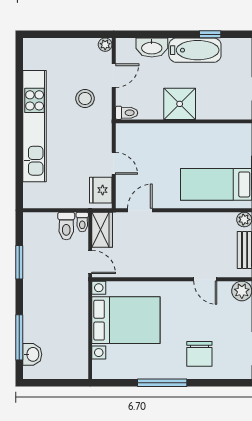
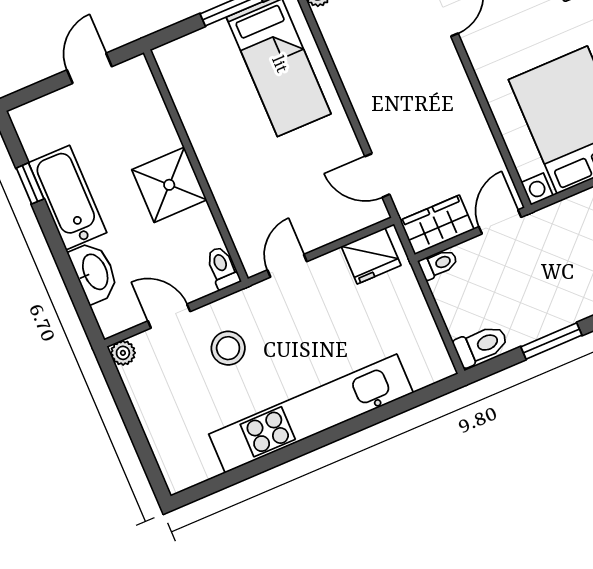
door: (114, 163) -> (287, 266), moved
toilet: (66, 226) -> (481, 345), moved

